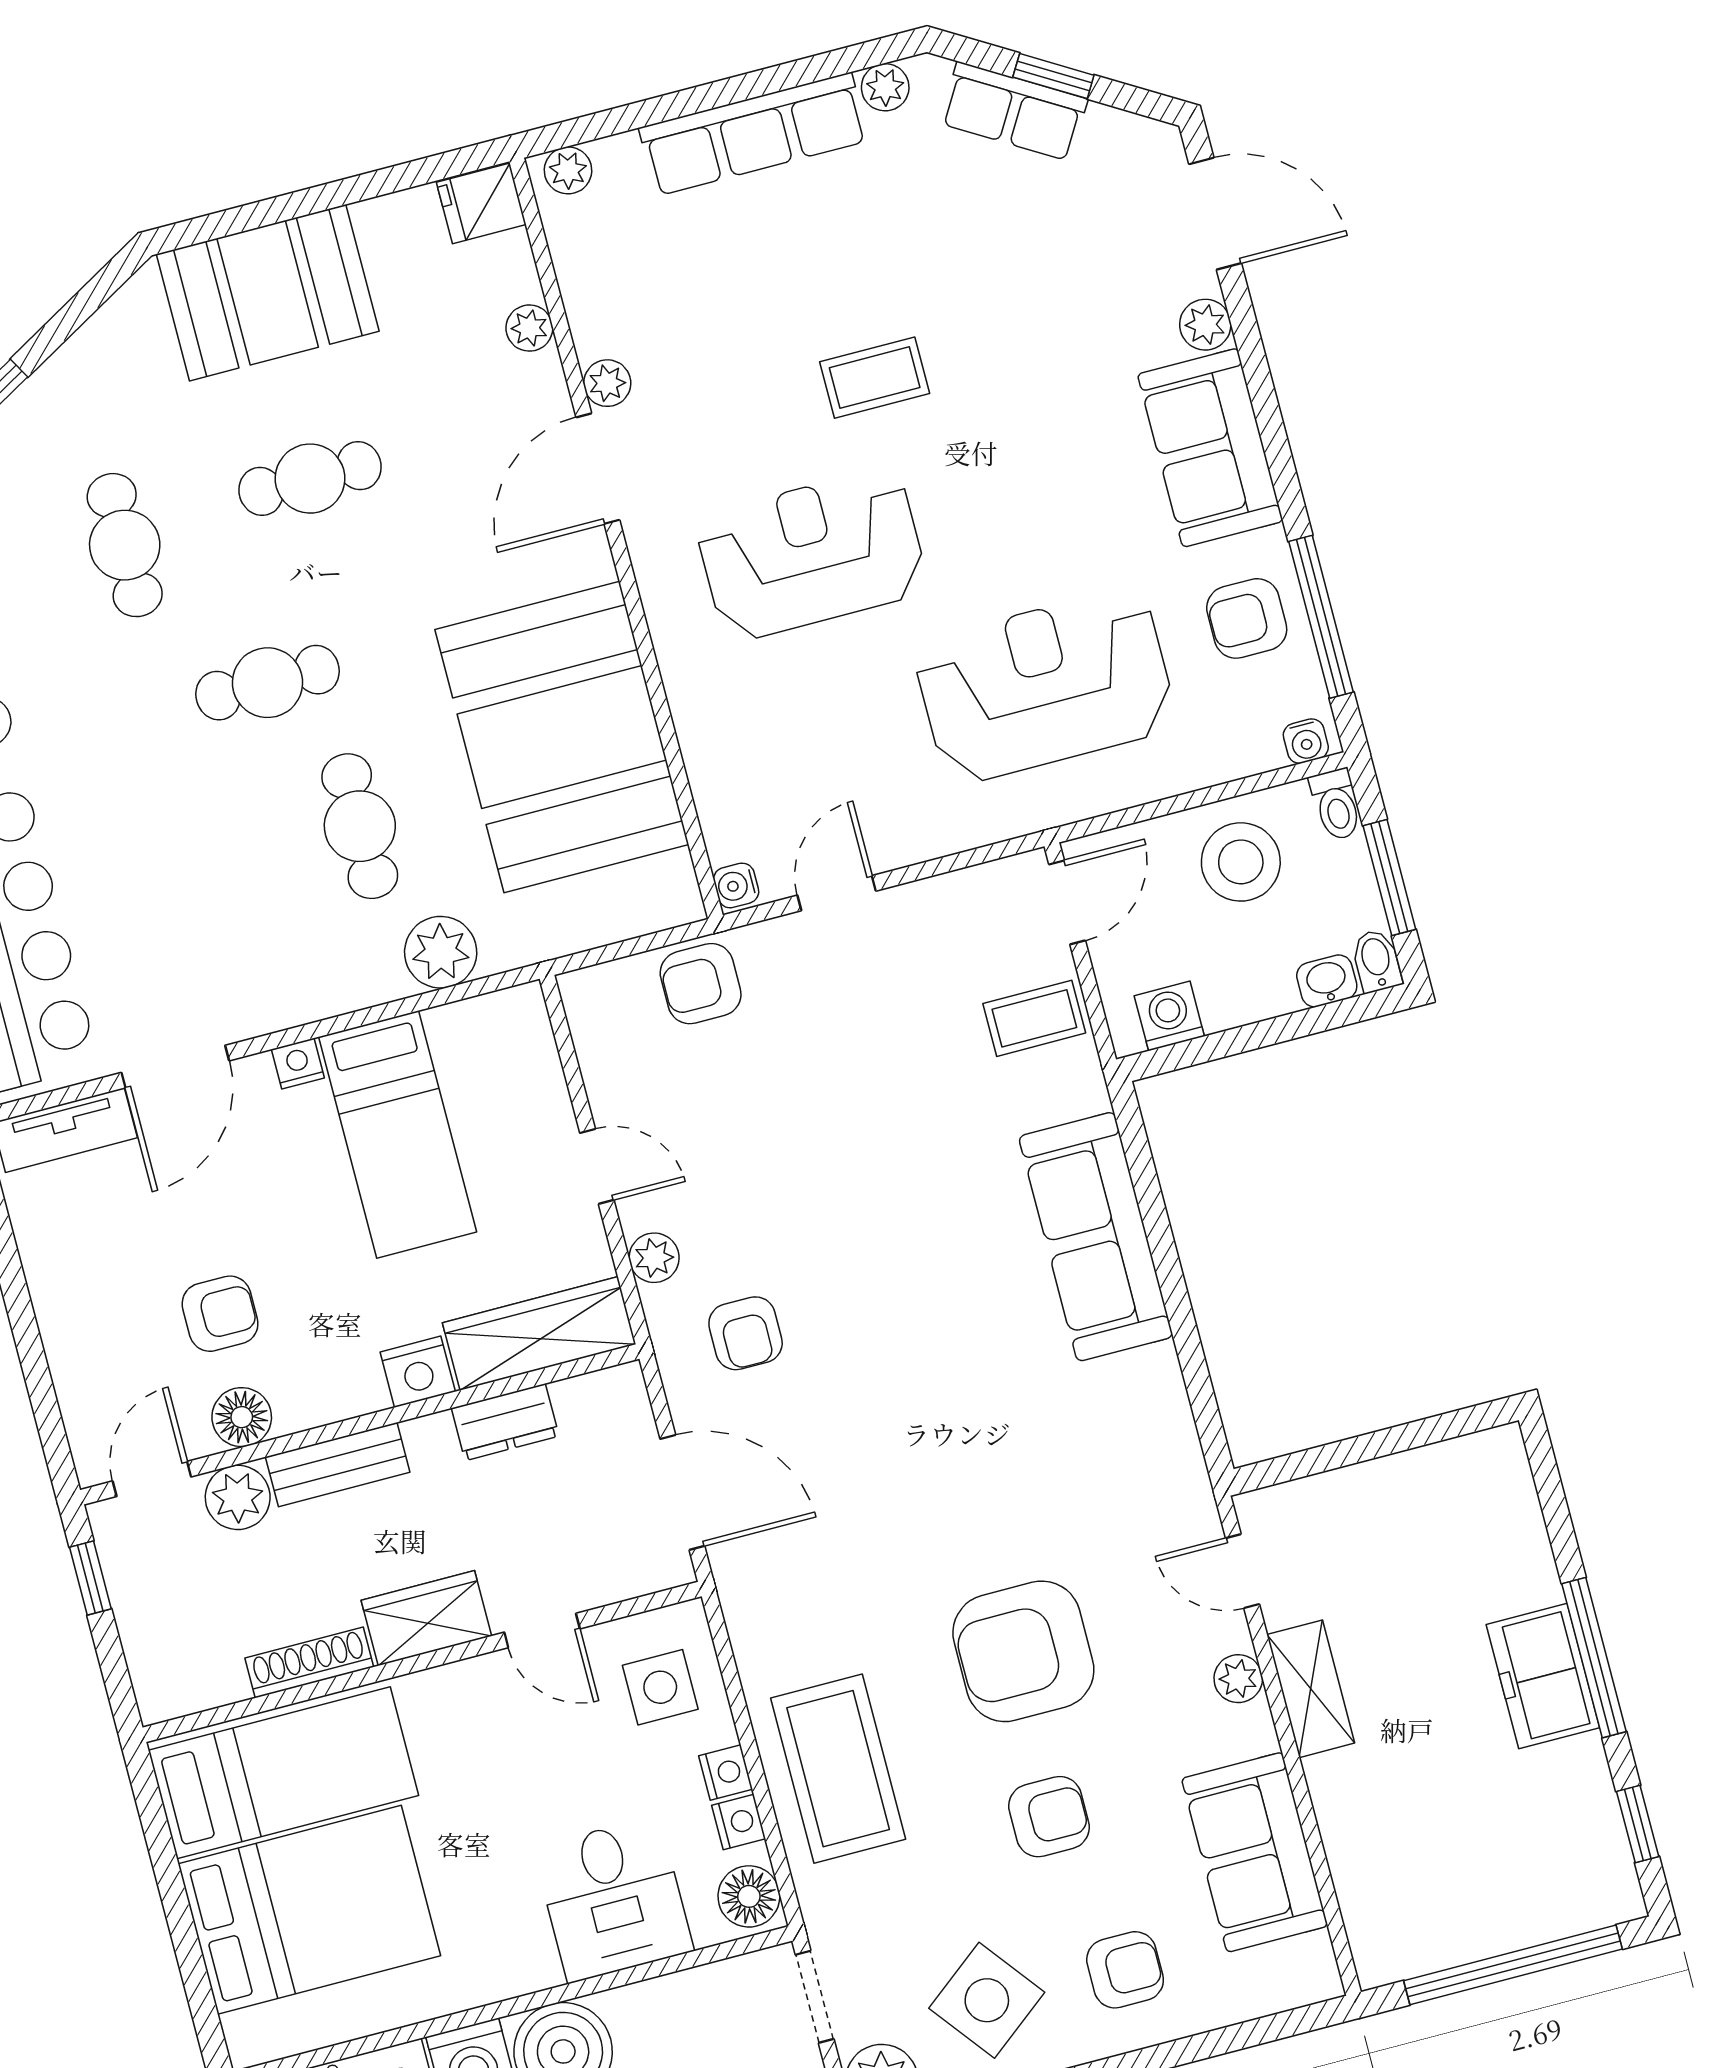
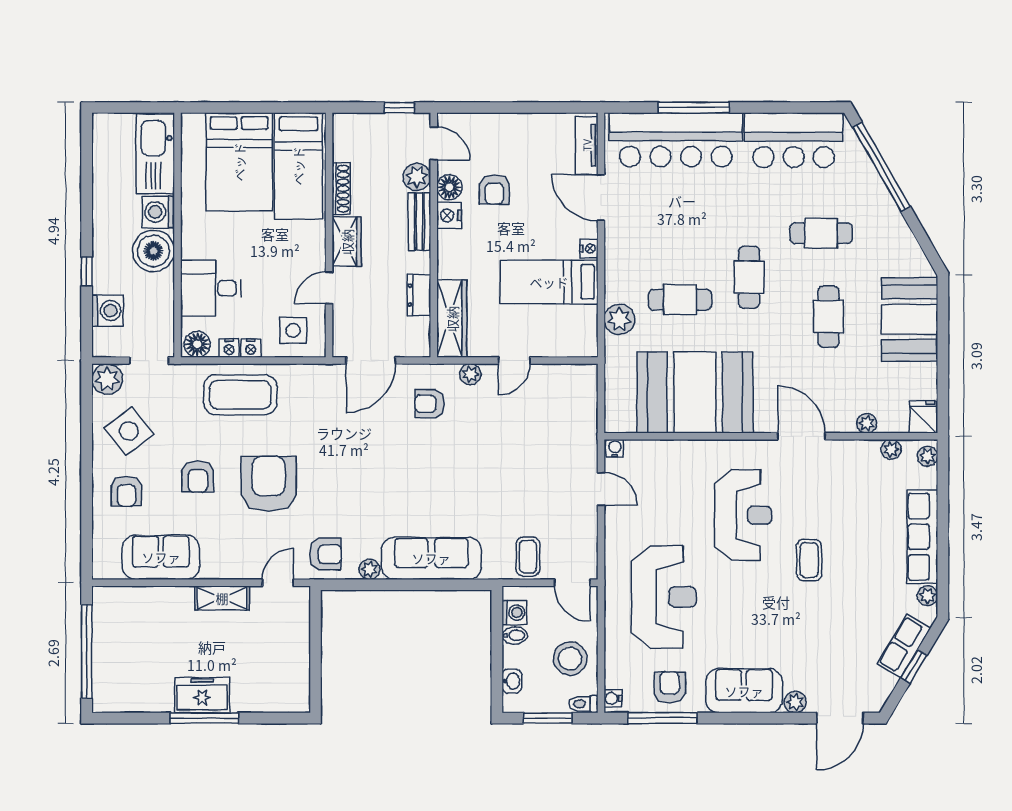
plant: (607, 383) -> (891, 449), moved
bidet: (1376, 961) -> (515, 635), moved
armchair: (701, 984) -> (325, 554), moved, turned 90
nightstand: (418, 1372) -> (449, 215), moved
plant: (1238, 1679) -> (369, 569), moved
window: (1638, 1824) -> (131, 718), removed

